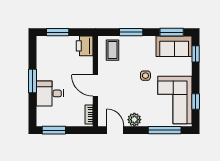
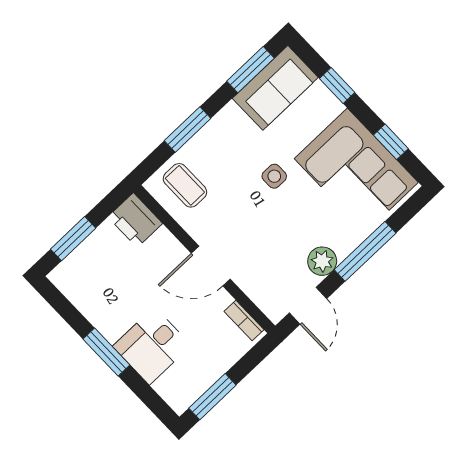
window: (196, 54) -> (337, 85), moved
door: (115, 130) -> (308, 306), swing flipped
window: (165, 130) -> (365, 251), moved

